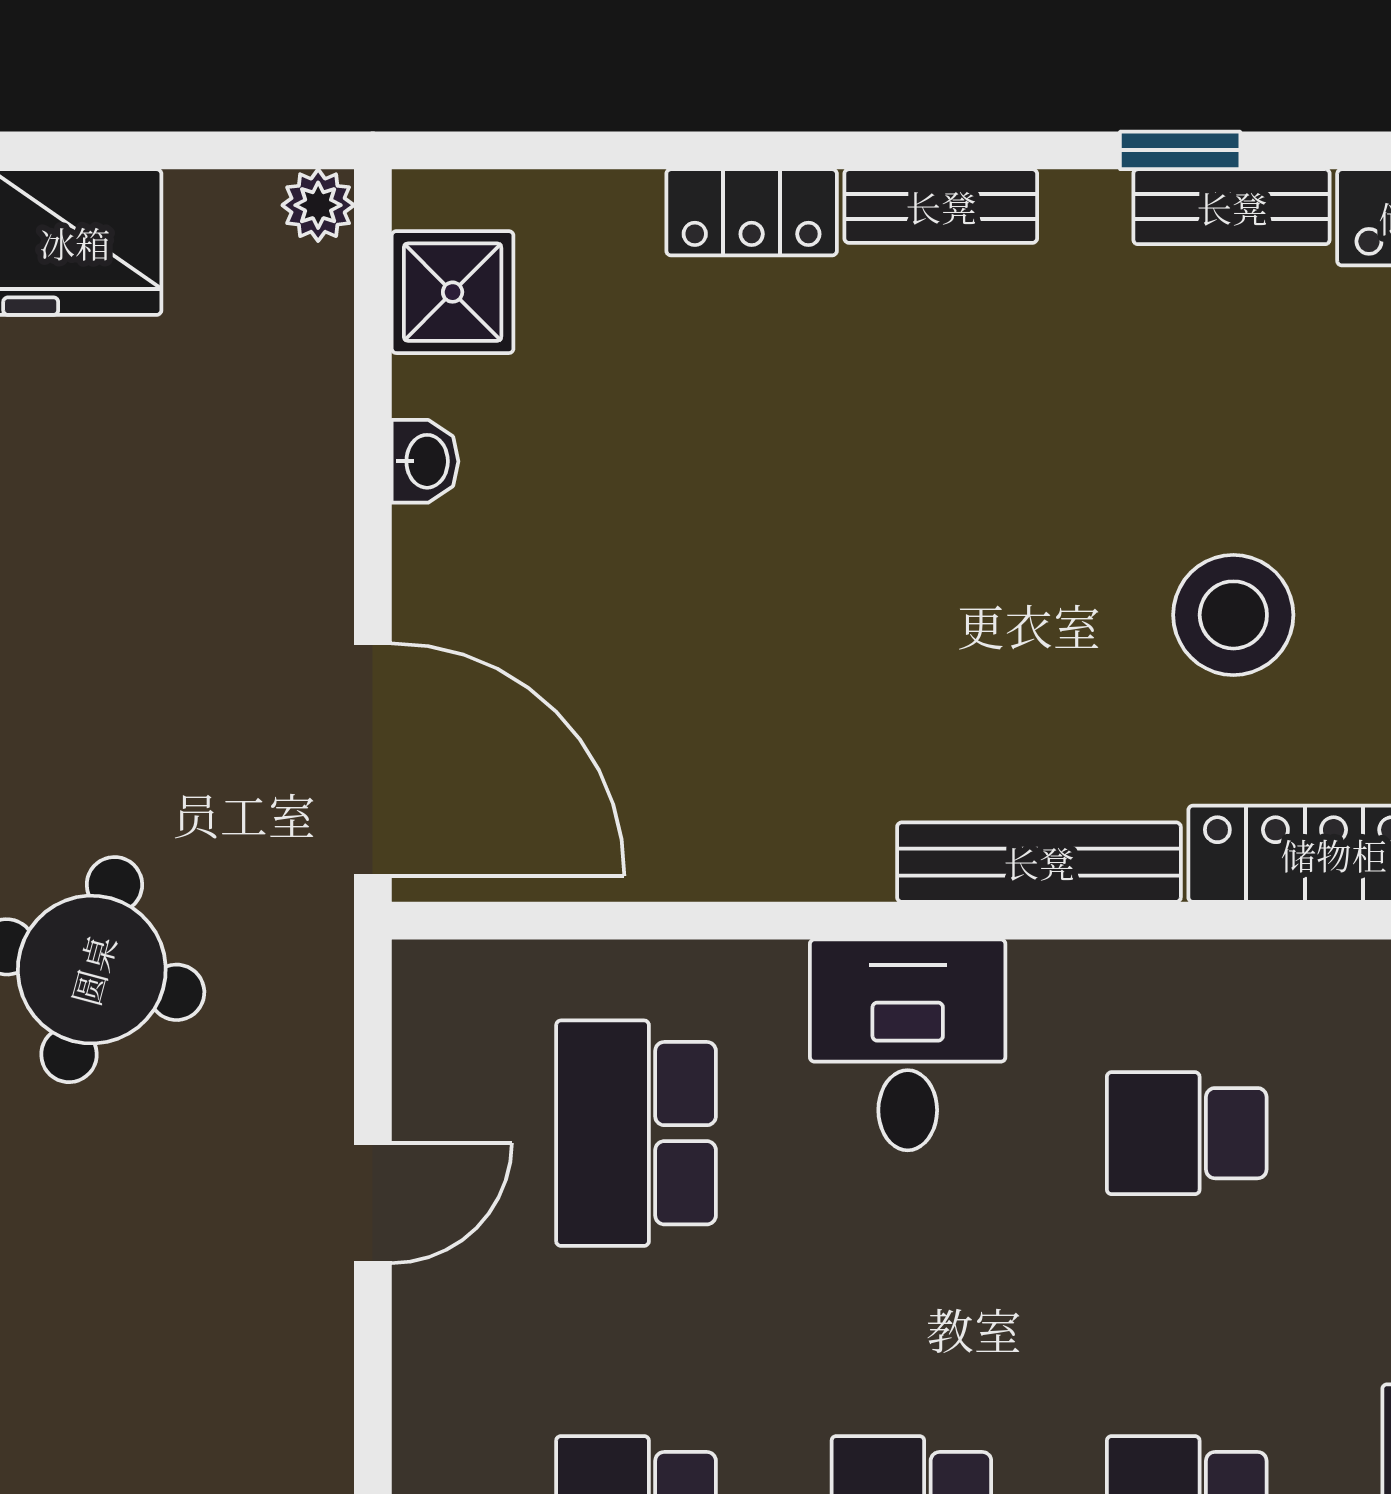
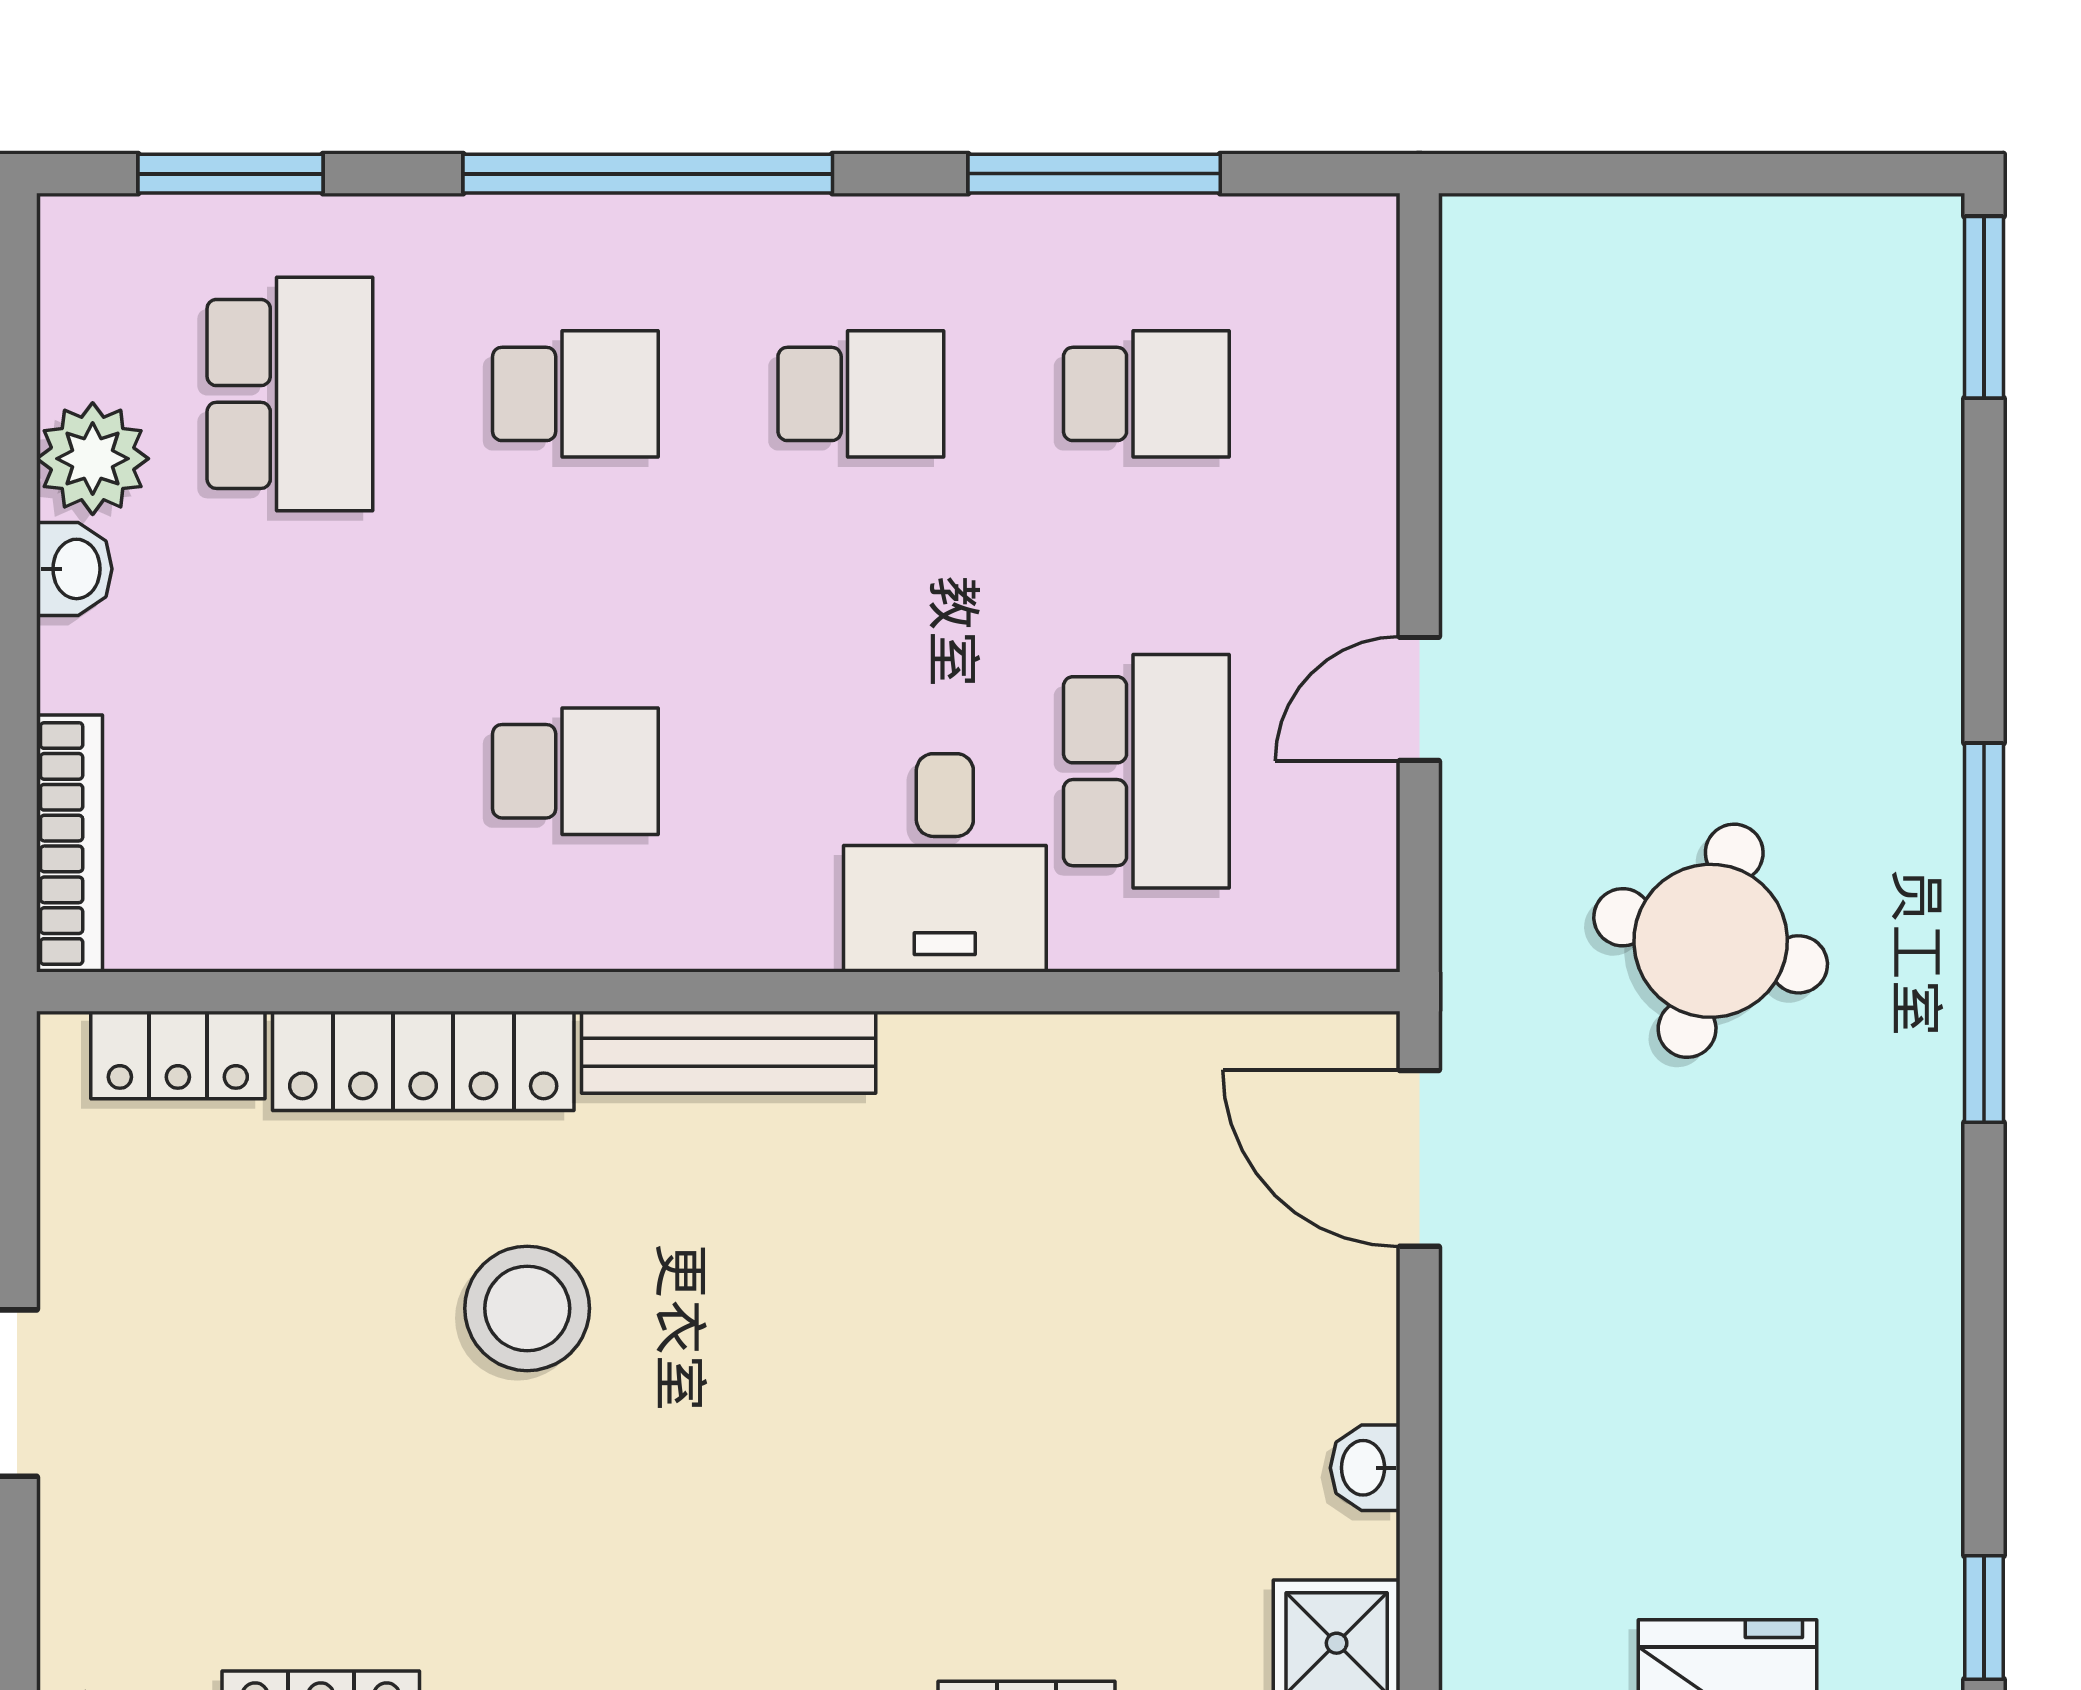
door: (373, 760) -> (1419, 1158), width x0.73
desk: (908, 1045) -> (945, 863), moved

